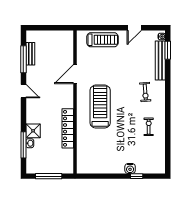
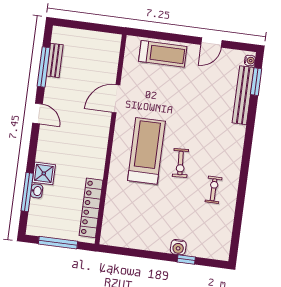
exercise bike: (145, 92) -> (180, 163), moved
locker: (68, 128) -> (91, 208), moved

